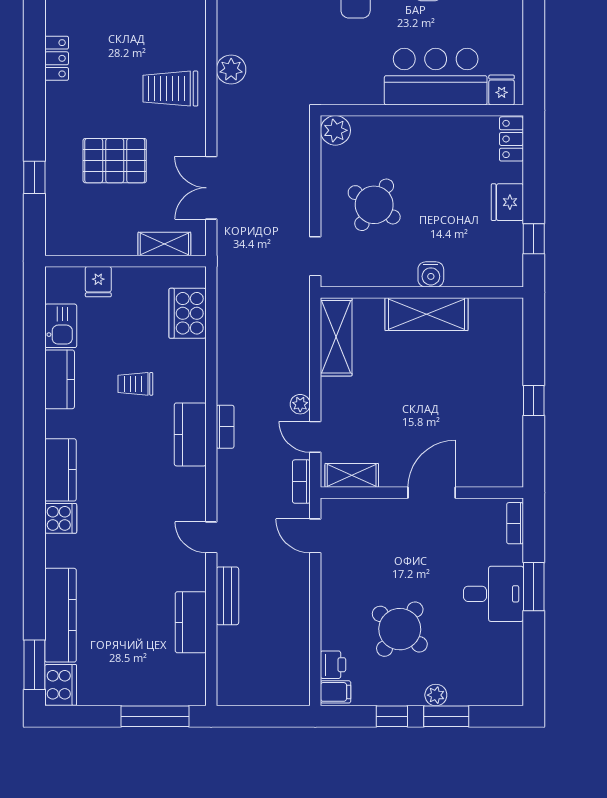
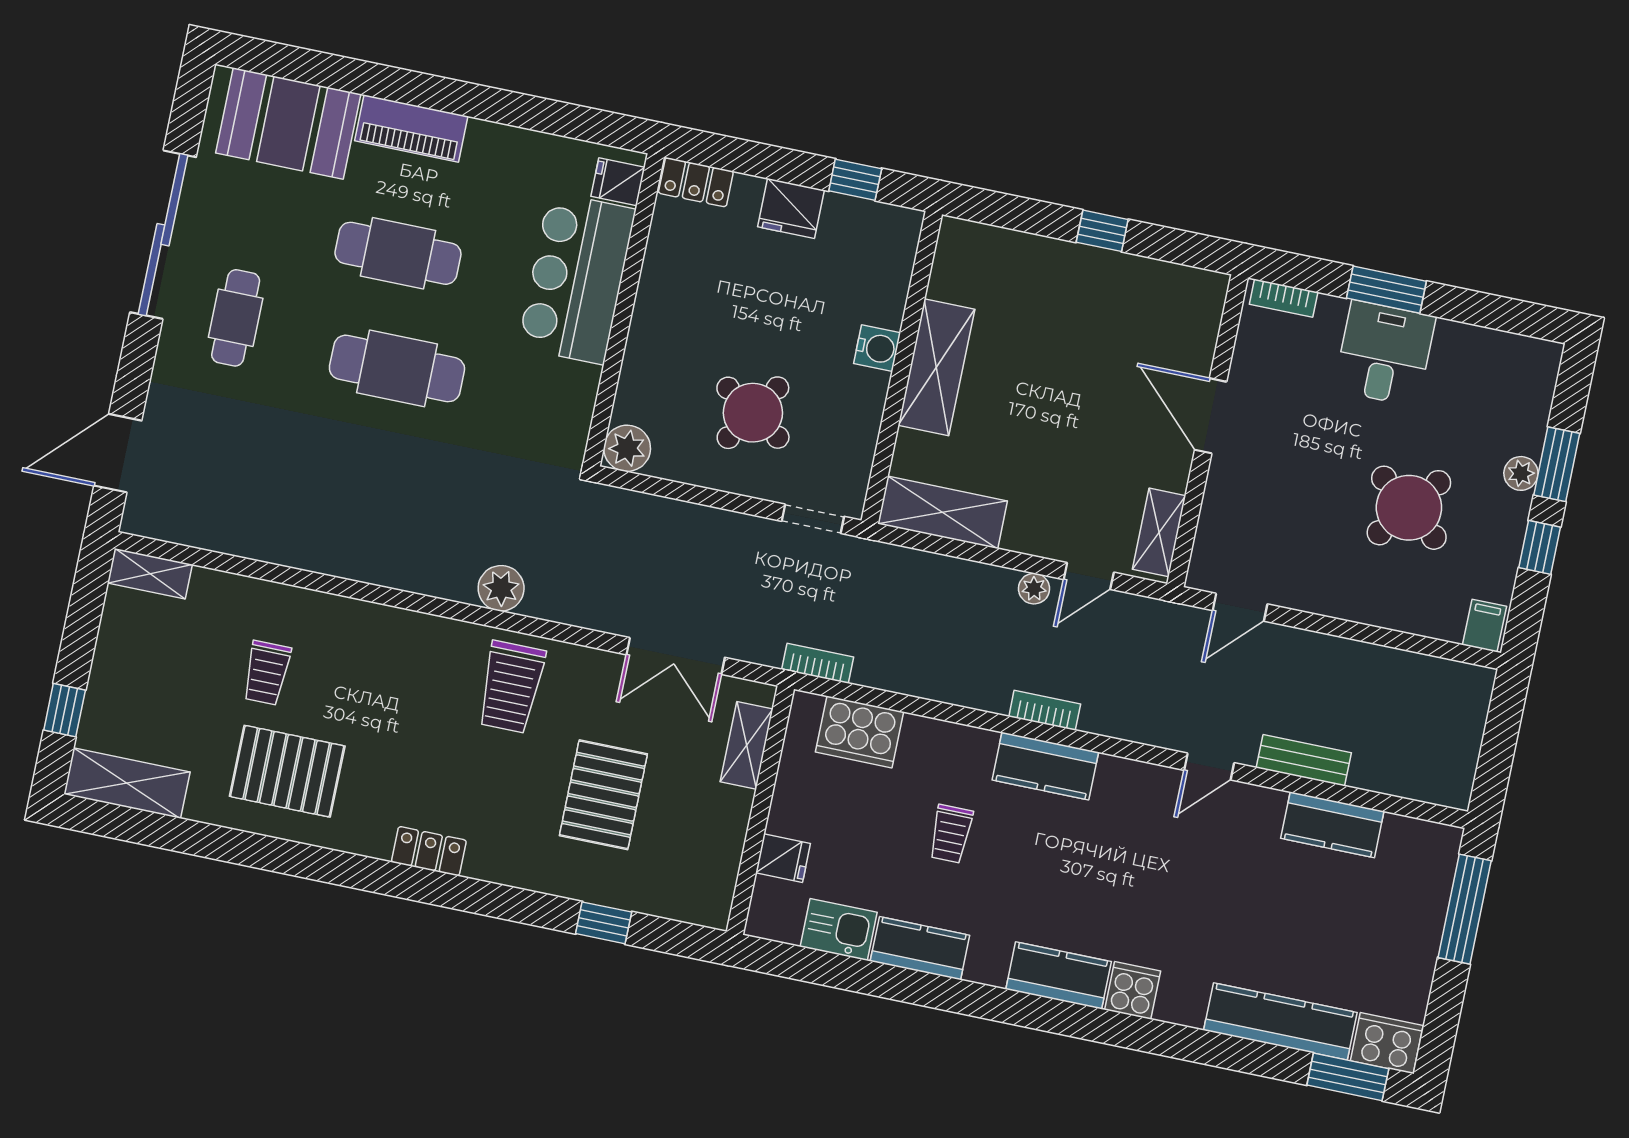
bookcase: (301, 482) -> (818, 663), moved, turned 180
printer: (333, 665) -> (1442, 621), removed

